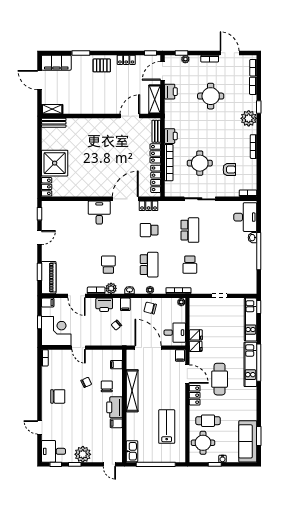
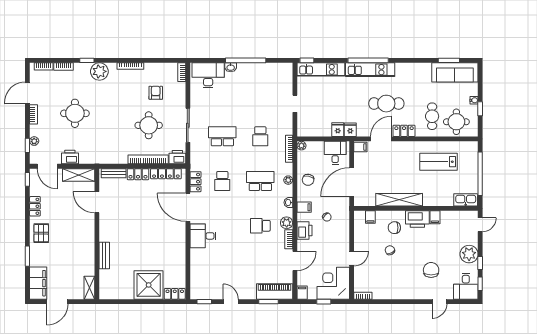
bench: (54, 123) -> (104, 255), moved
printer: (171, 136) -> (177, 157), moved
school desk: (190, 265) -> (260, 136), turned 90
chair: (58, 396) -> (431, 270), moved

